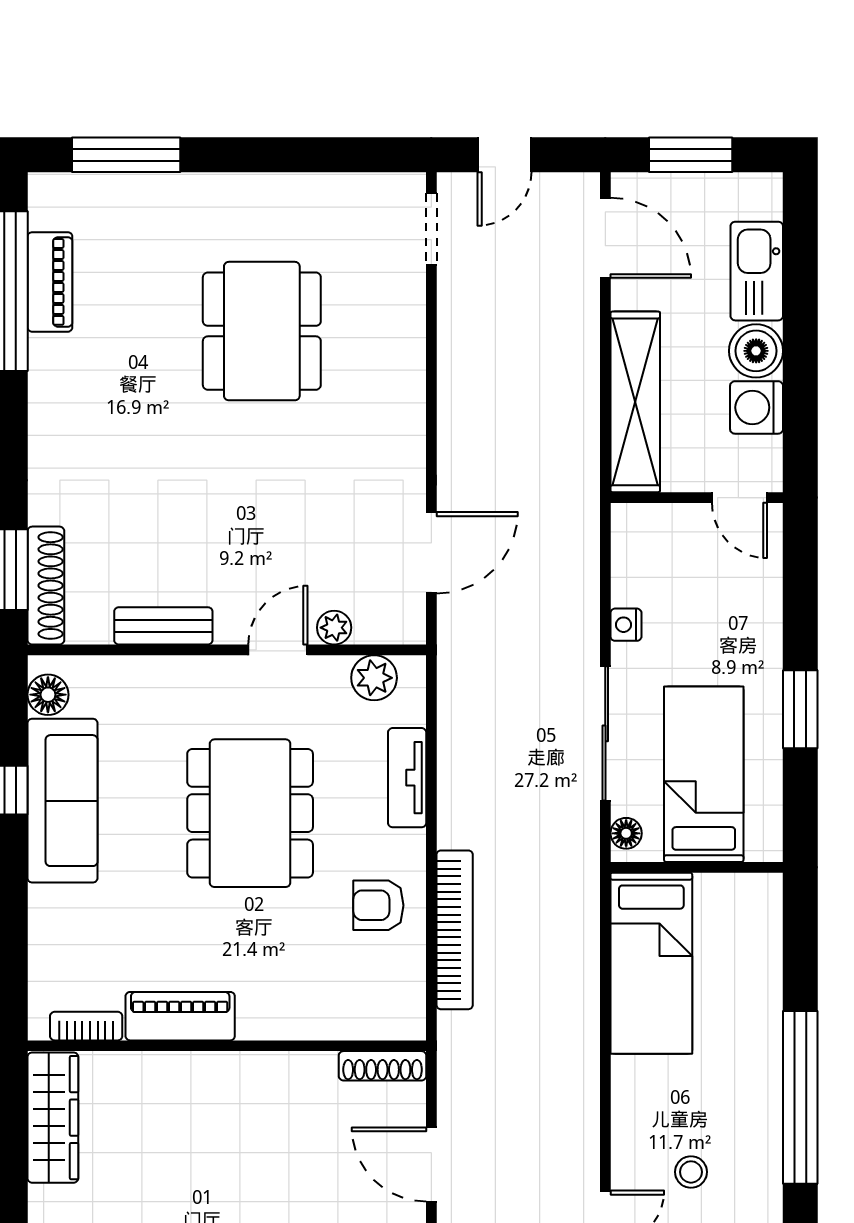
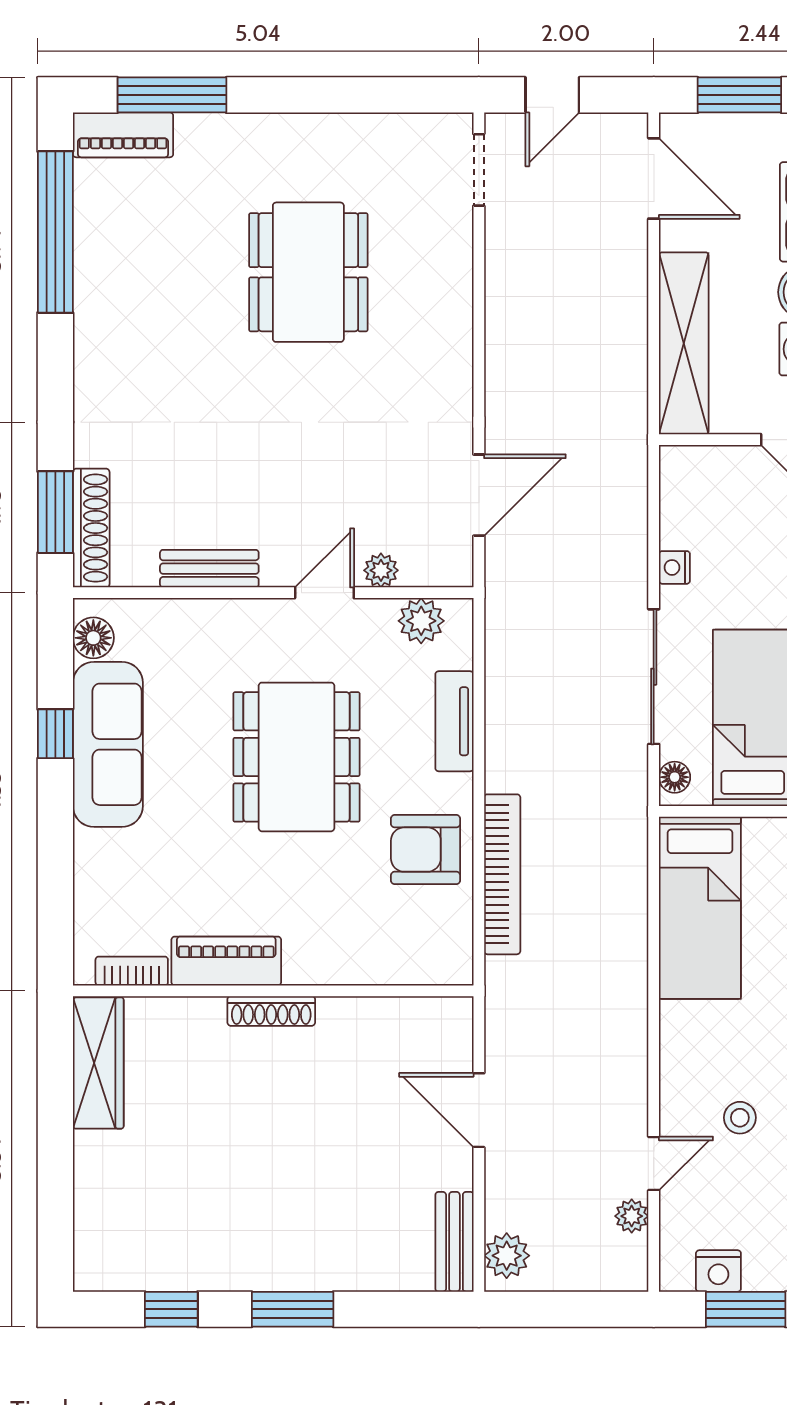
piano: (50, 282) -> (123, 135), moved, turned 90
armchair: (378, 905) -> (425, 850), width x1.38, depth x1.38
shoe rack: (383, 1066) -> (271, 1011), moved

